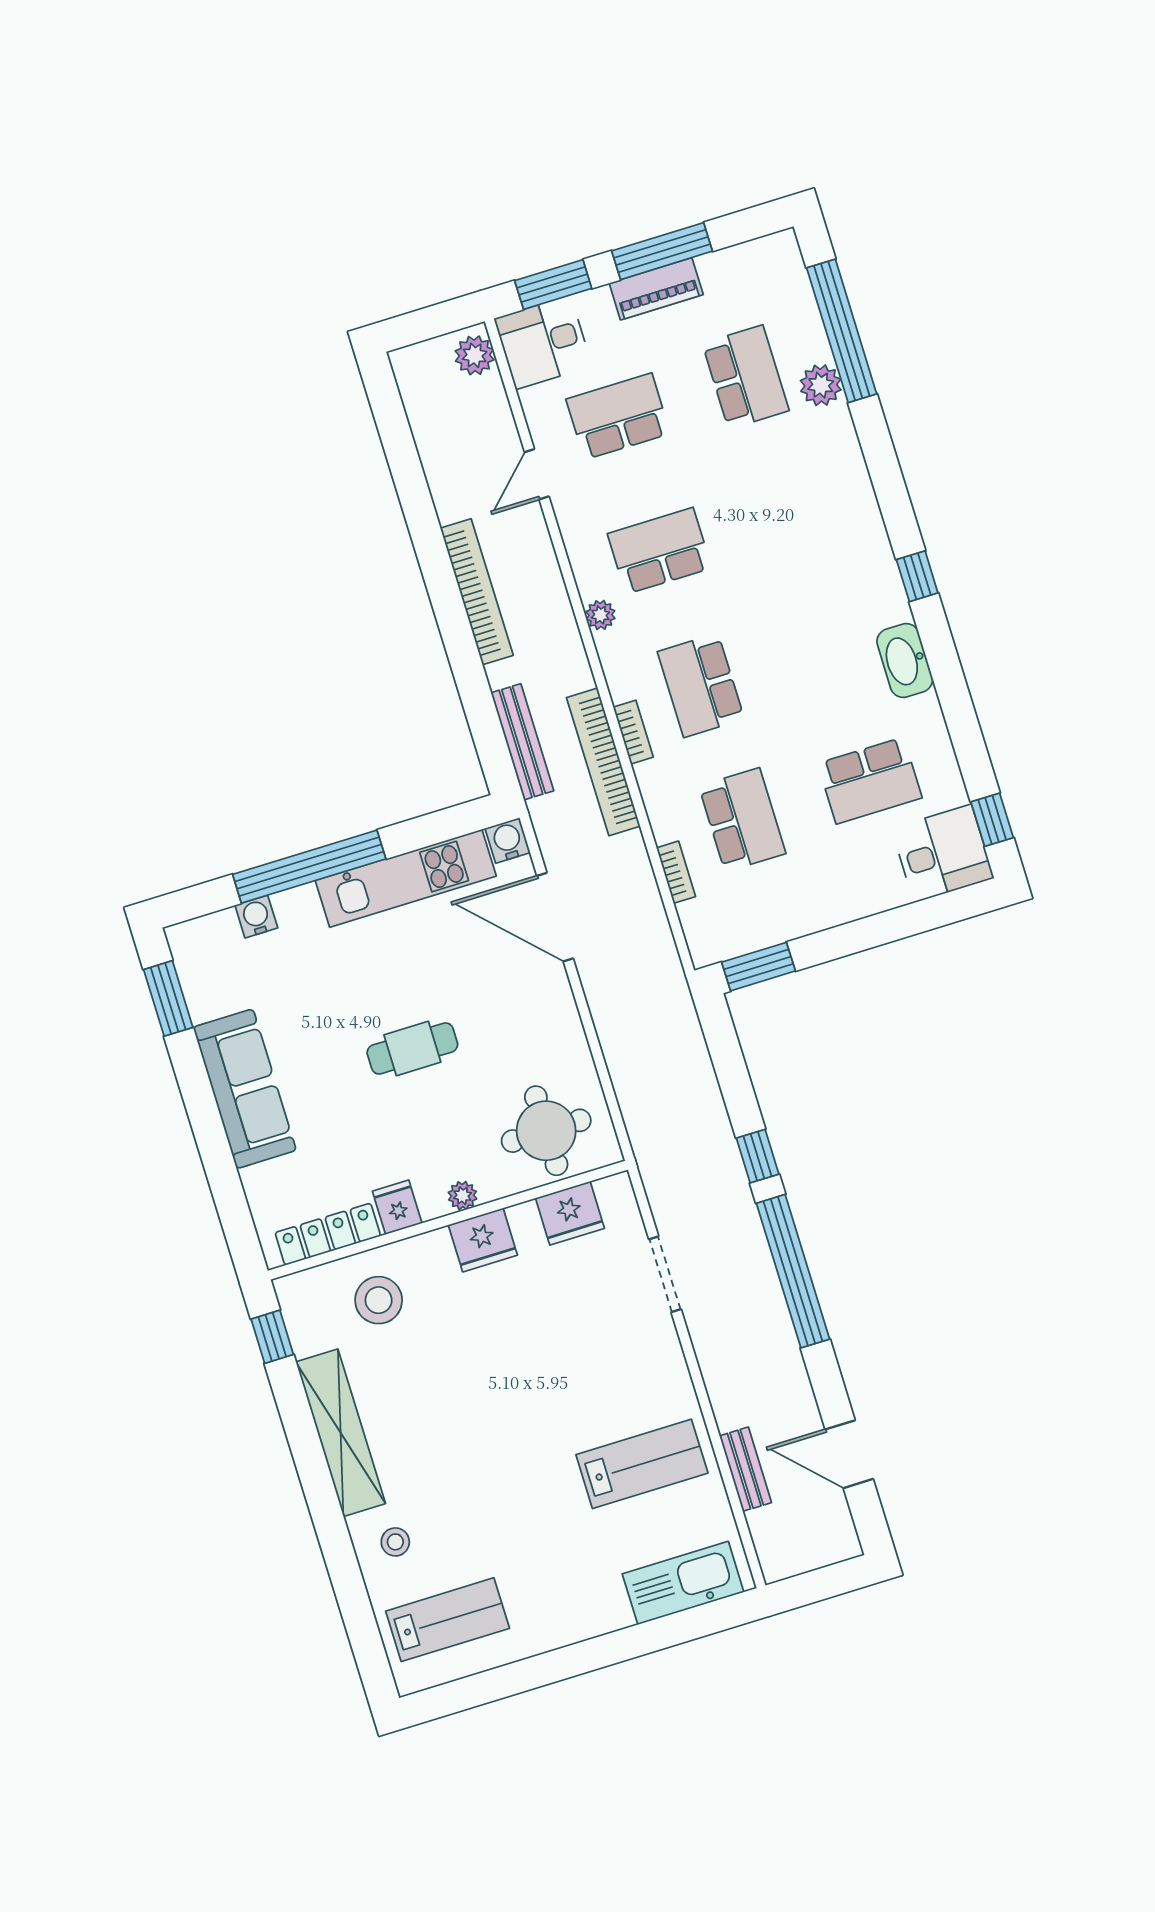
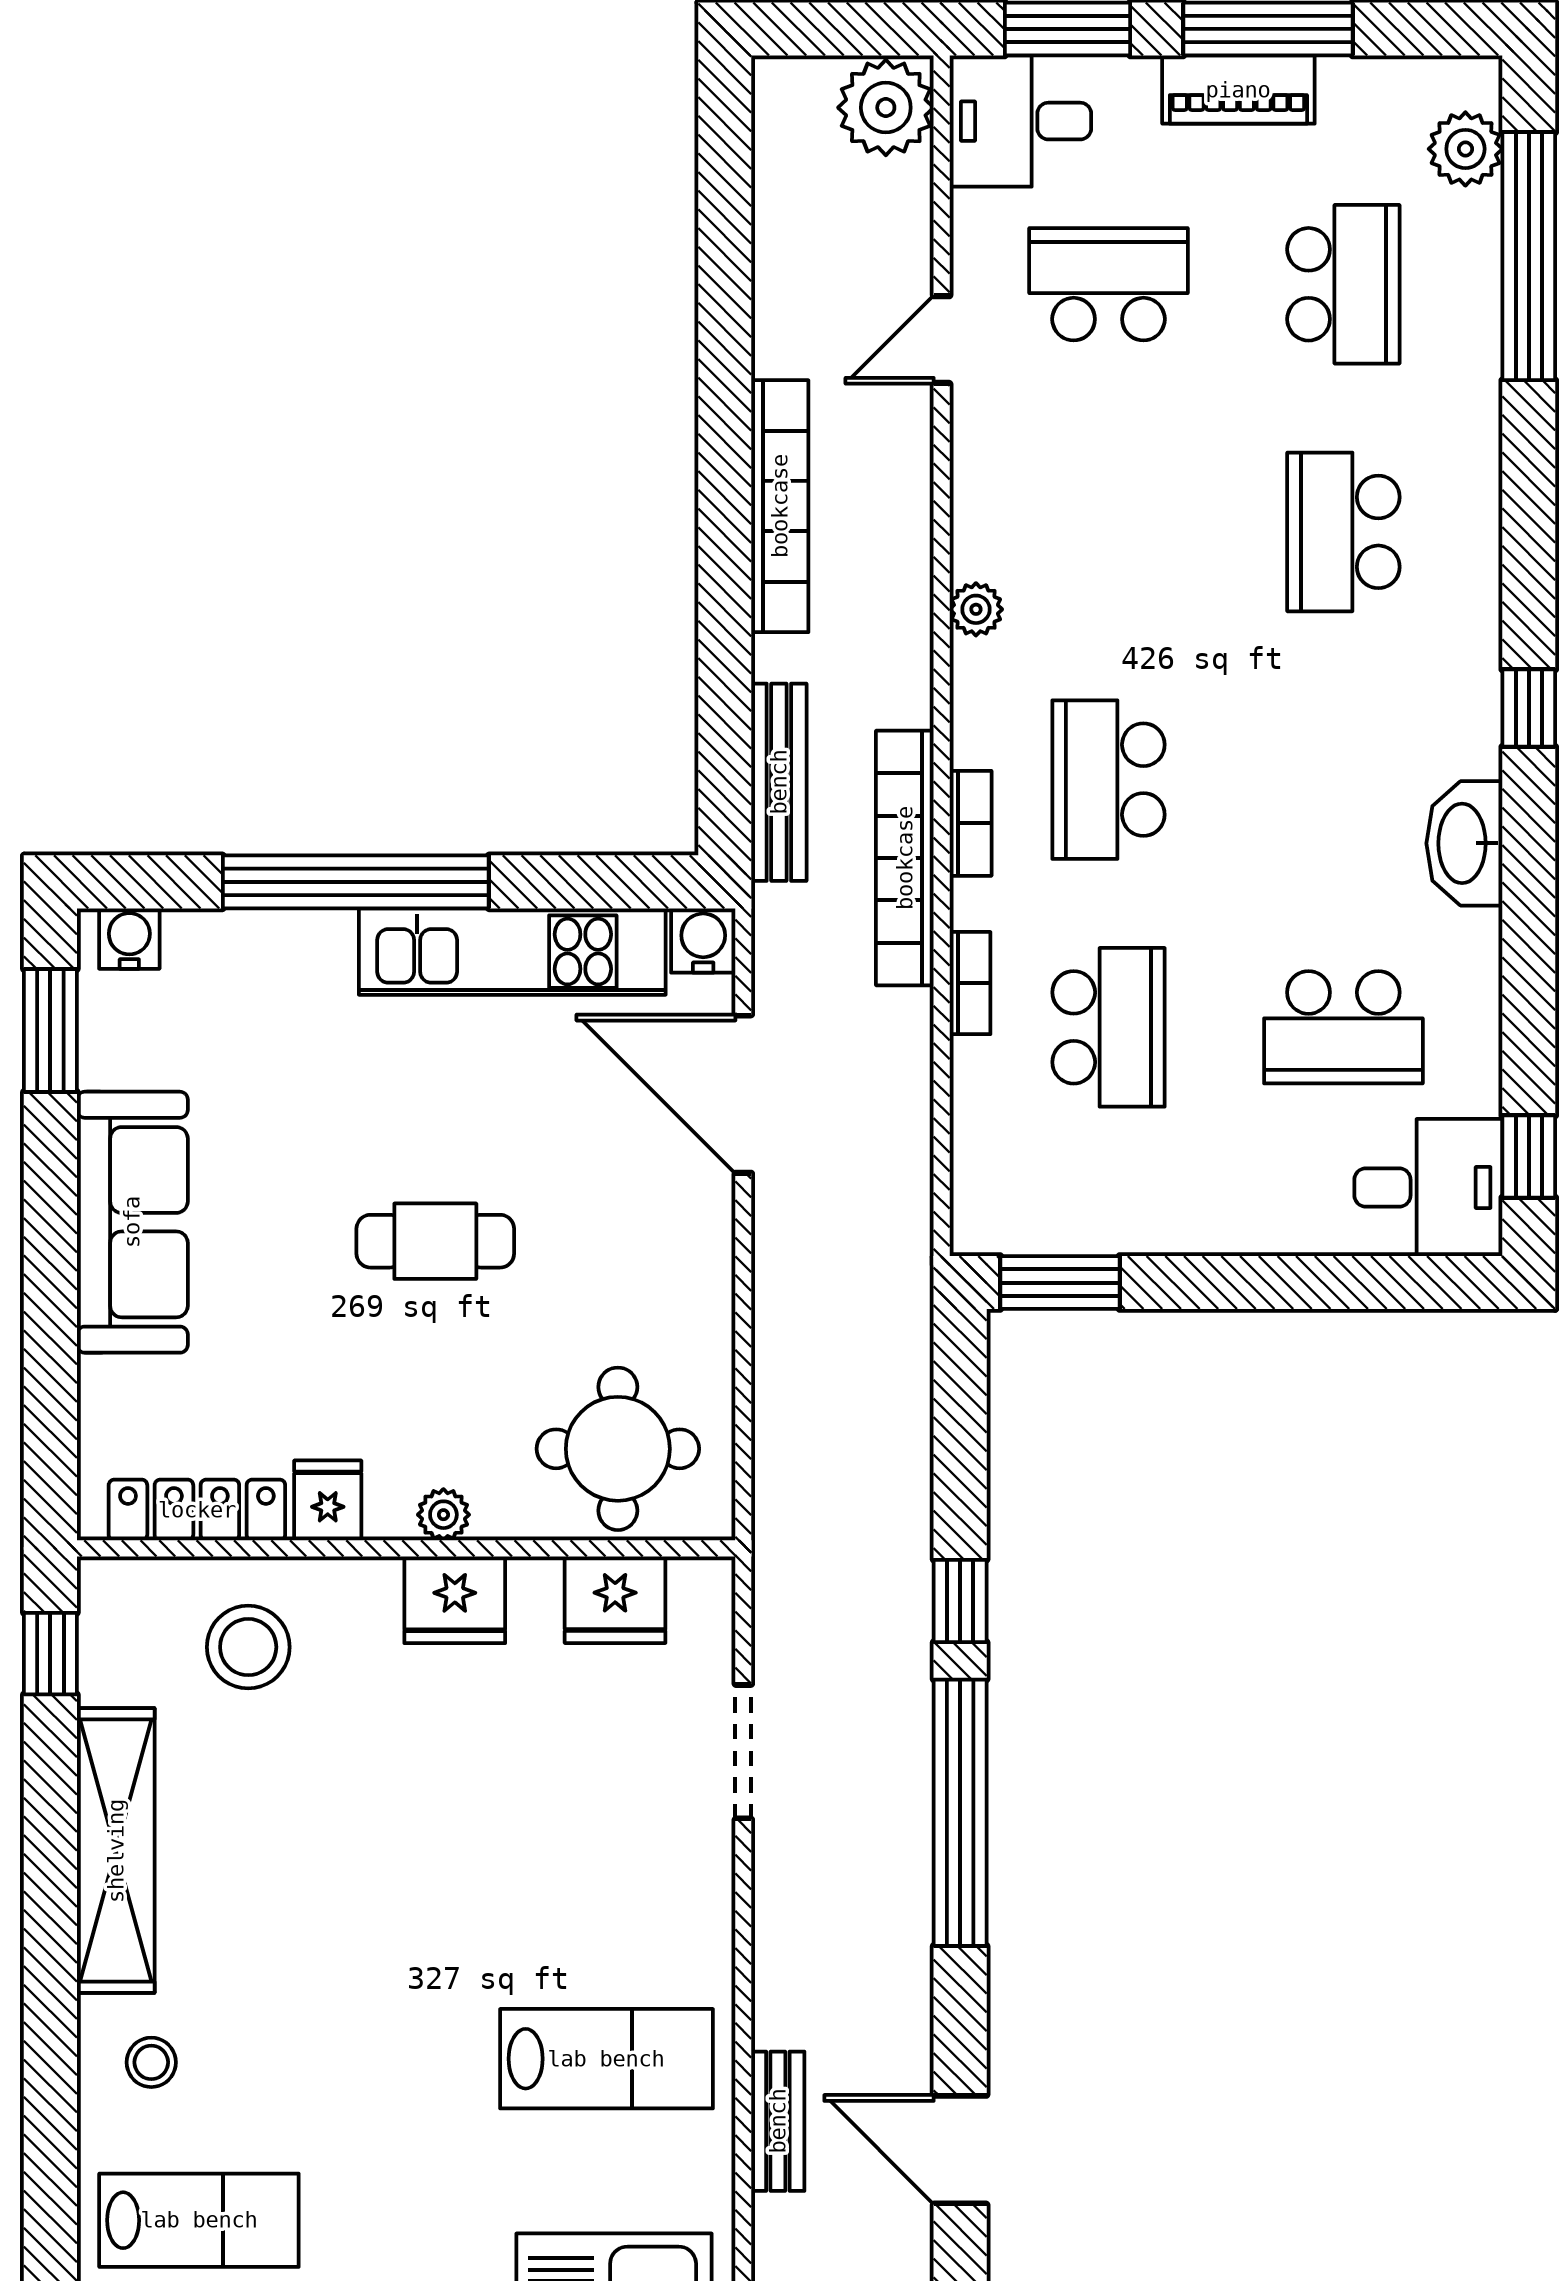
plant: (475, 355) -> (886, 108), width x1.36, depth x1.36
plant: (821, 385) -> (1465, 149), moved
school desk: (659, 551) -> (1343, 532), moved, turned -90
bookcase: (676, 872) -> (970, 983), moved
water cooler: (256, 917) -> (129, 939), moved

